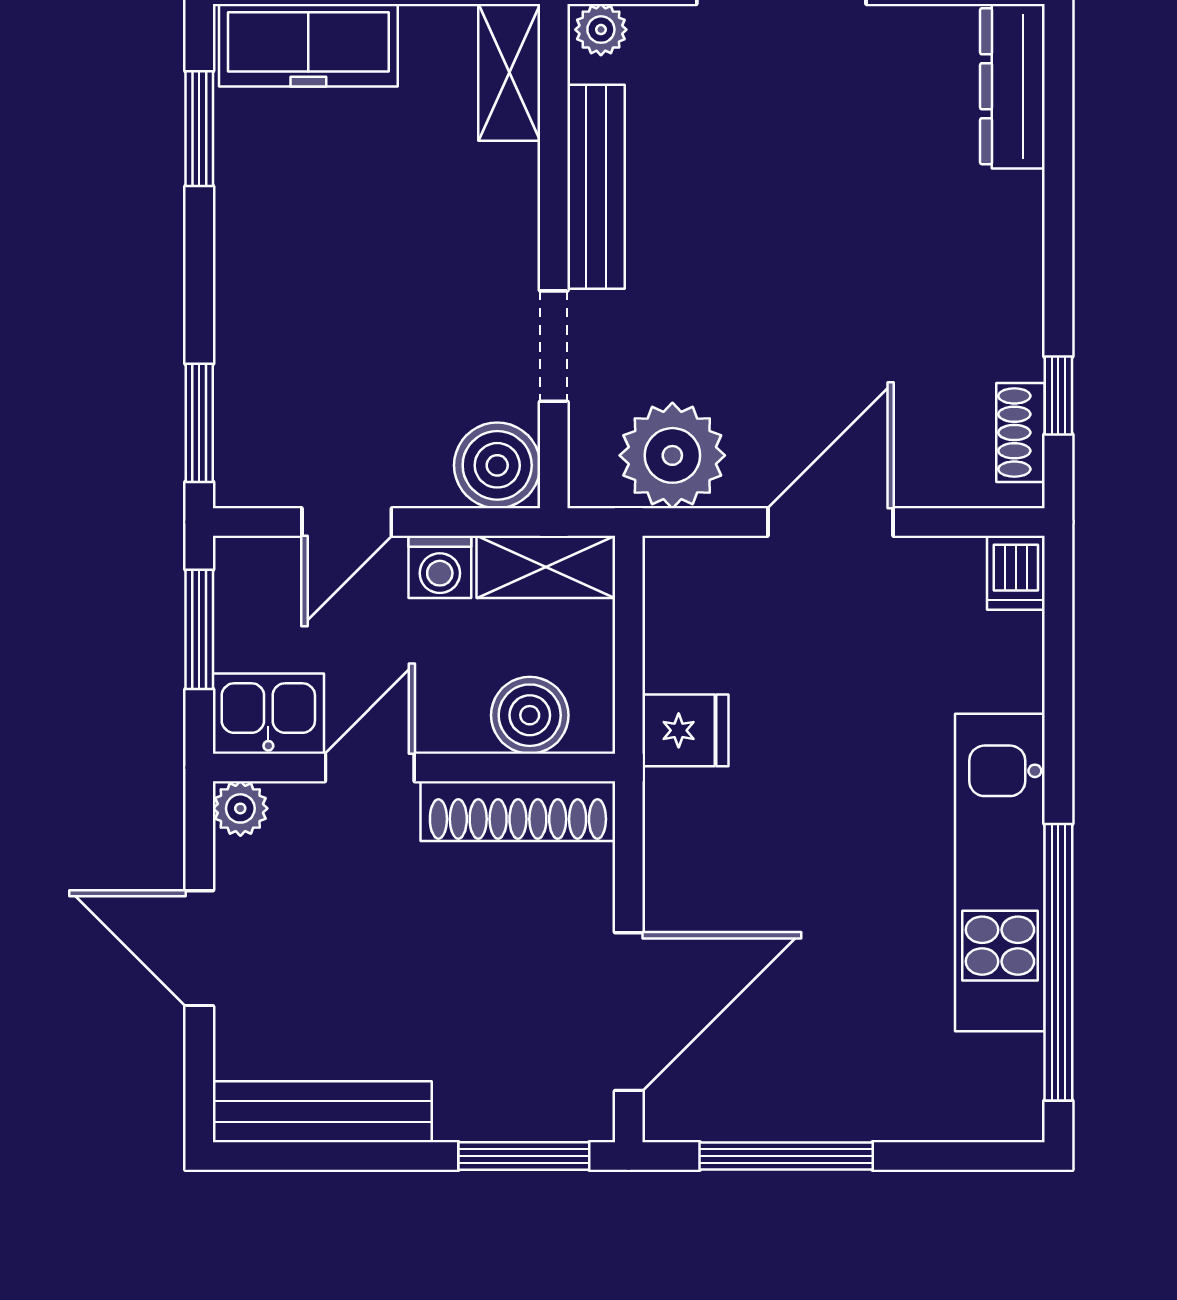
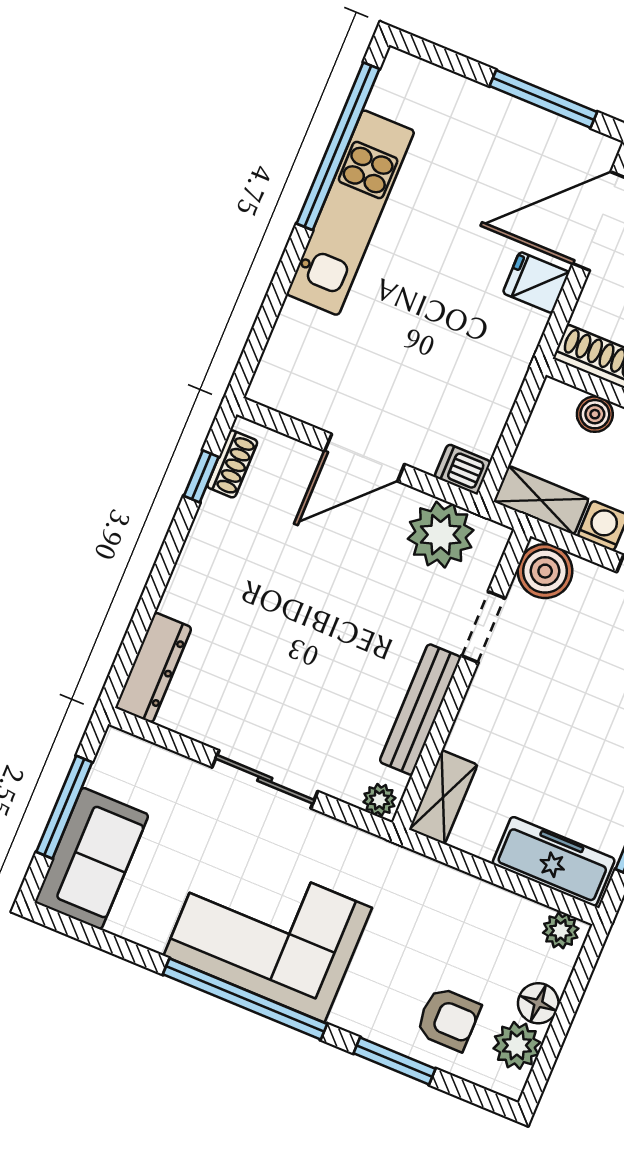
dishwasher: (1016, 573) -> (463, 469), moved, turned -90
boiler: (530, 715) -> (595, 414), width x0.73, depth x0.73
fridge: (685, 730) -> (536, 283), moved

